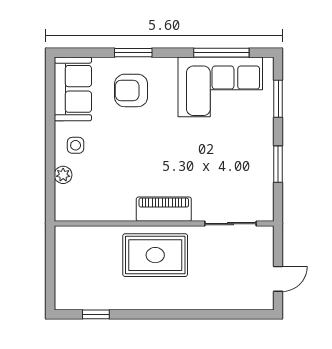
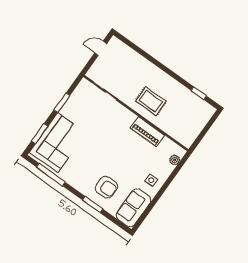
corner sofa: (220, 87) -> (58, 143), moved, turned 90
plant: (63, 175) -> (175, 160), moved
piano: (164, 209) -> (147, 132), moved
rug: (155, 255) -> (151, 101), width x0.73, depth x0.70

